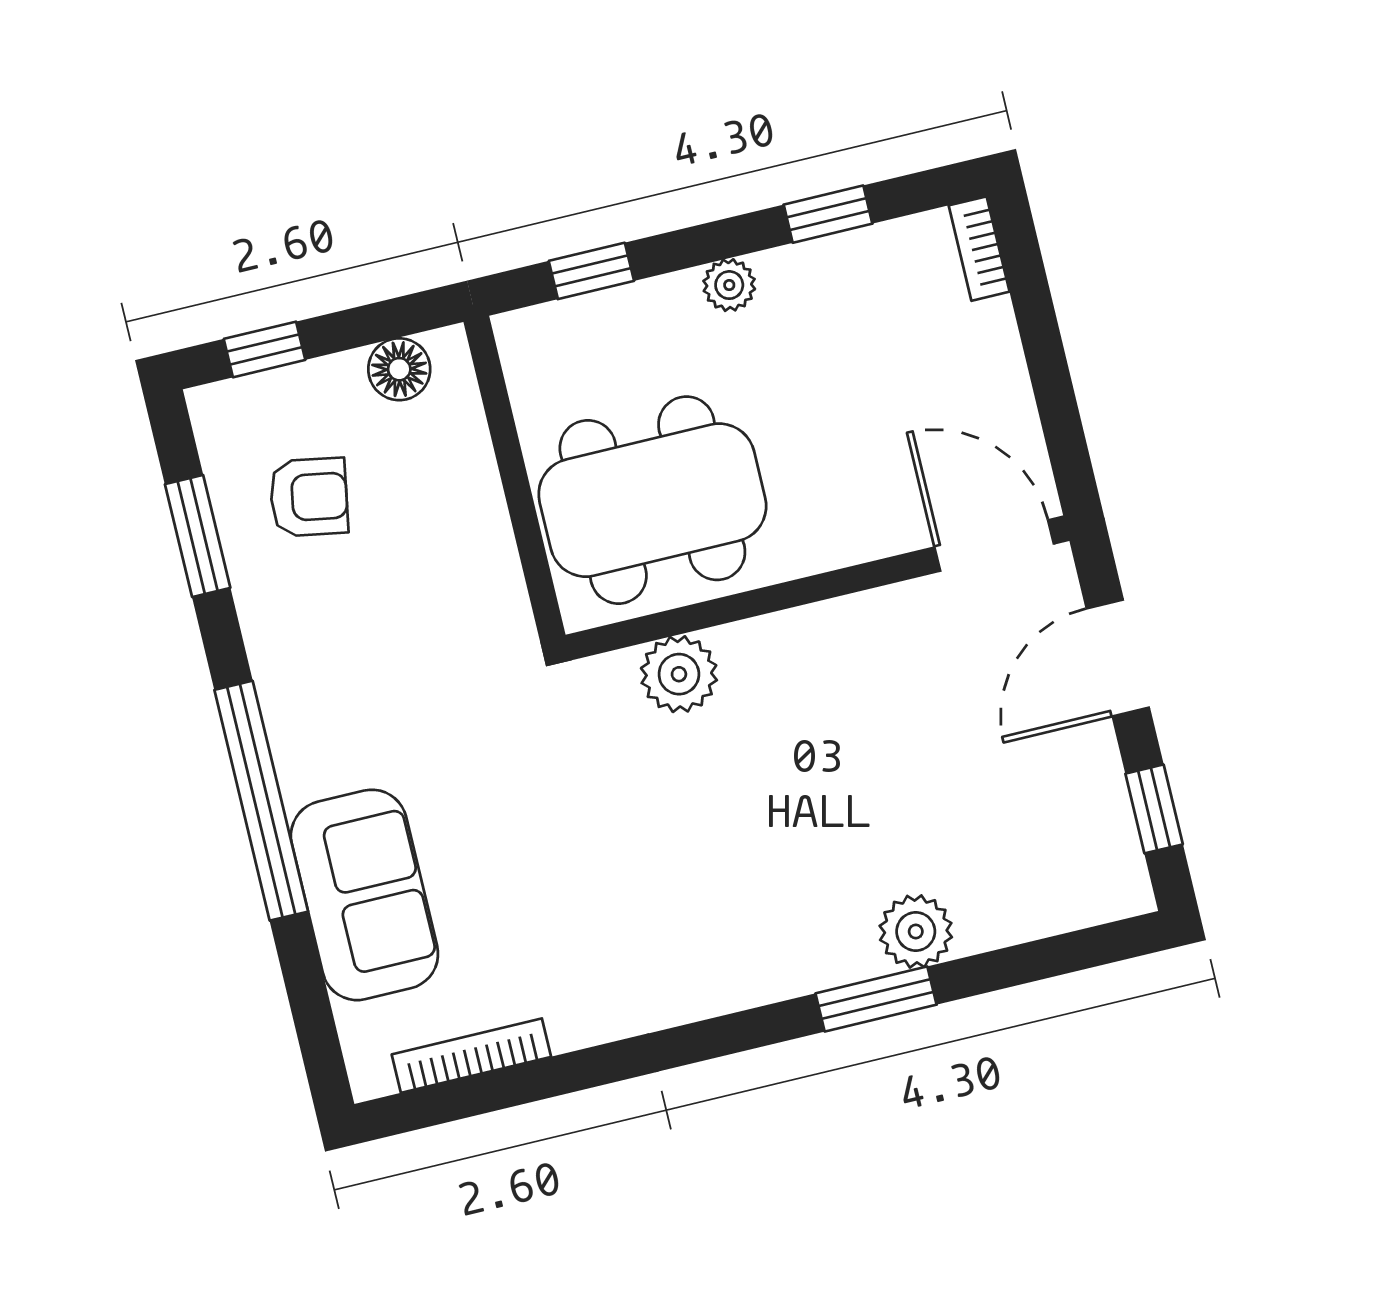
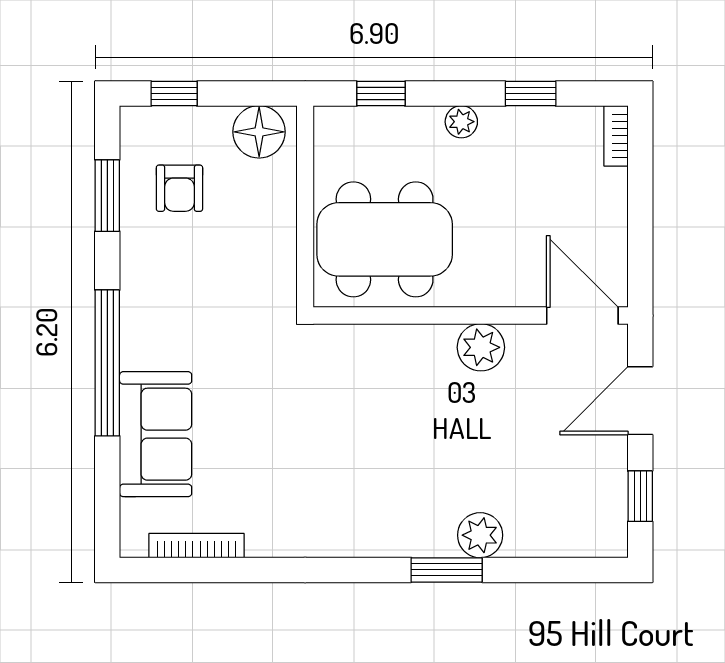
floor lamp: (399, 369) -> (259, 132), width x1.38, depth x1.38
armchair: (309, 497) -> (179, 188), turned 80
plant: (679, 674) -> (481, 347), moved

